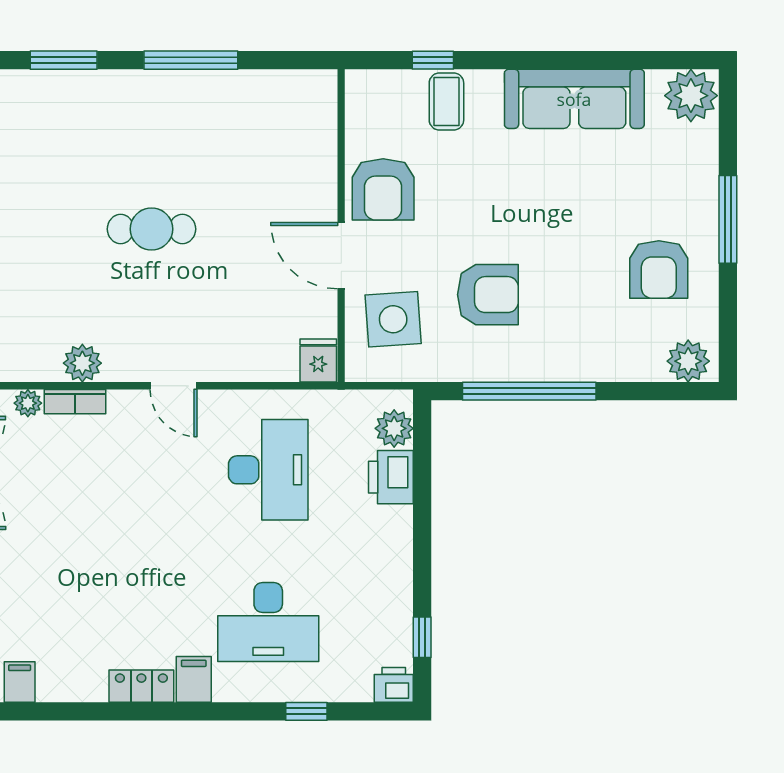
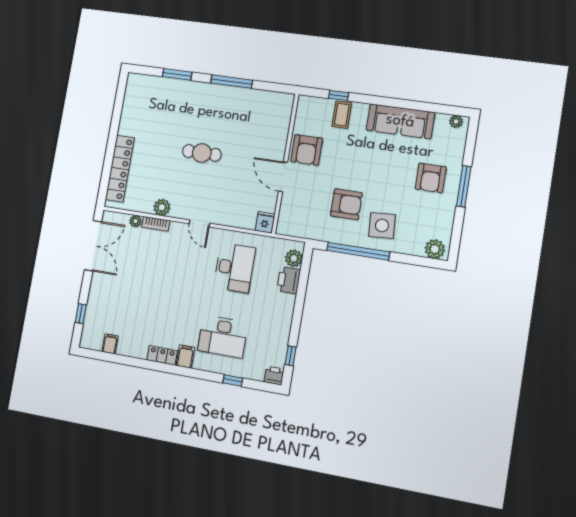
plant: (691, 96) -> (456, 121), width x0.53, depth x0.53
armchair: (659, 270) -> (431, 178), moved
side table: (393, 319) -> (382, 225), moved

